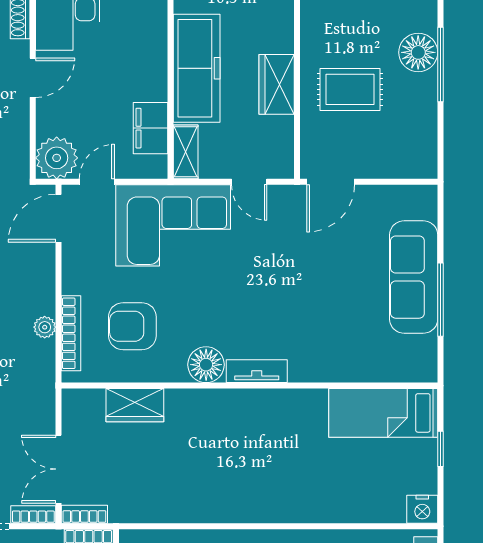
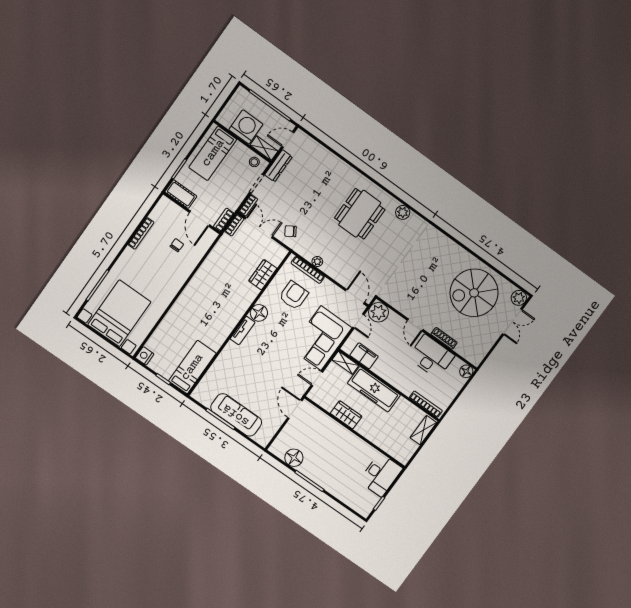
floor lamp: (418, 52) -> (294, 458), moved
rug: (350, 89) -> (324, 441), removed
chair: (26, 410) -> (291, 231), added

